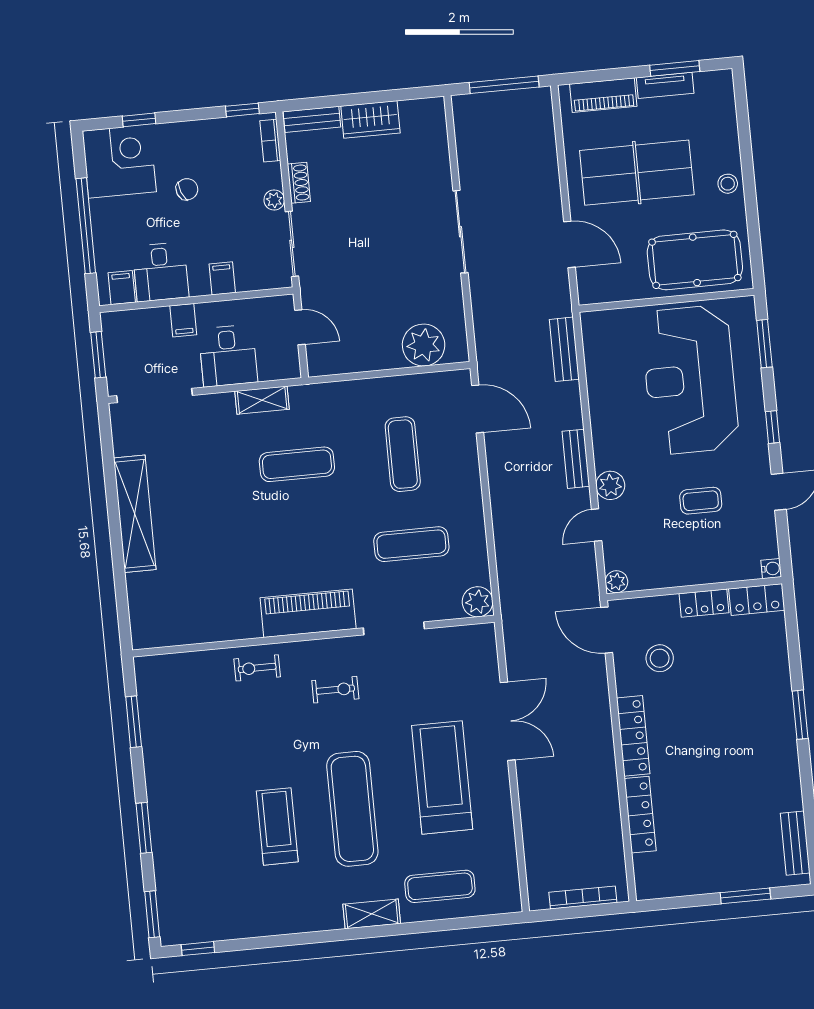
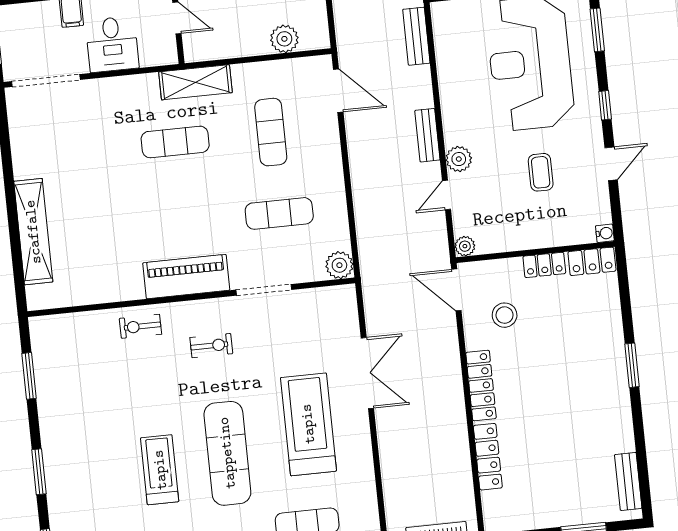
plant: (424, 345) -> (284, 39), width x0.73, depth x0.73
shelving: (262, 400) -> (195, 82), moved, width x1.50, depth x1.33
coffee table: (701, 501) -> (541, 172), turned 90
shelving: (135, 514) -> (33, 232), moved

